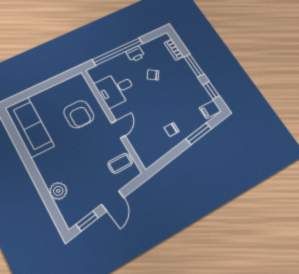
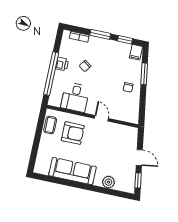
sofa: (29, 127) -> (72, 171), moved
coffee table: (120, 163) -> (50, 125), moved

